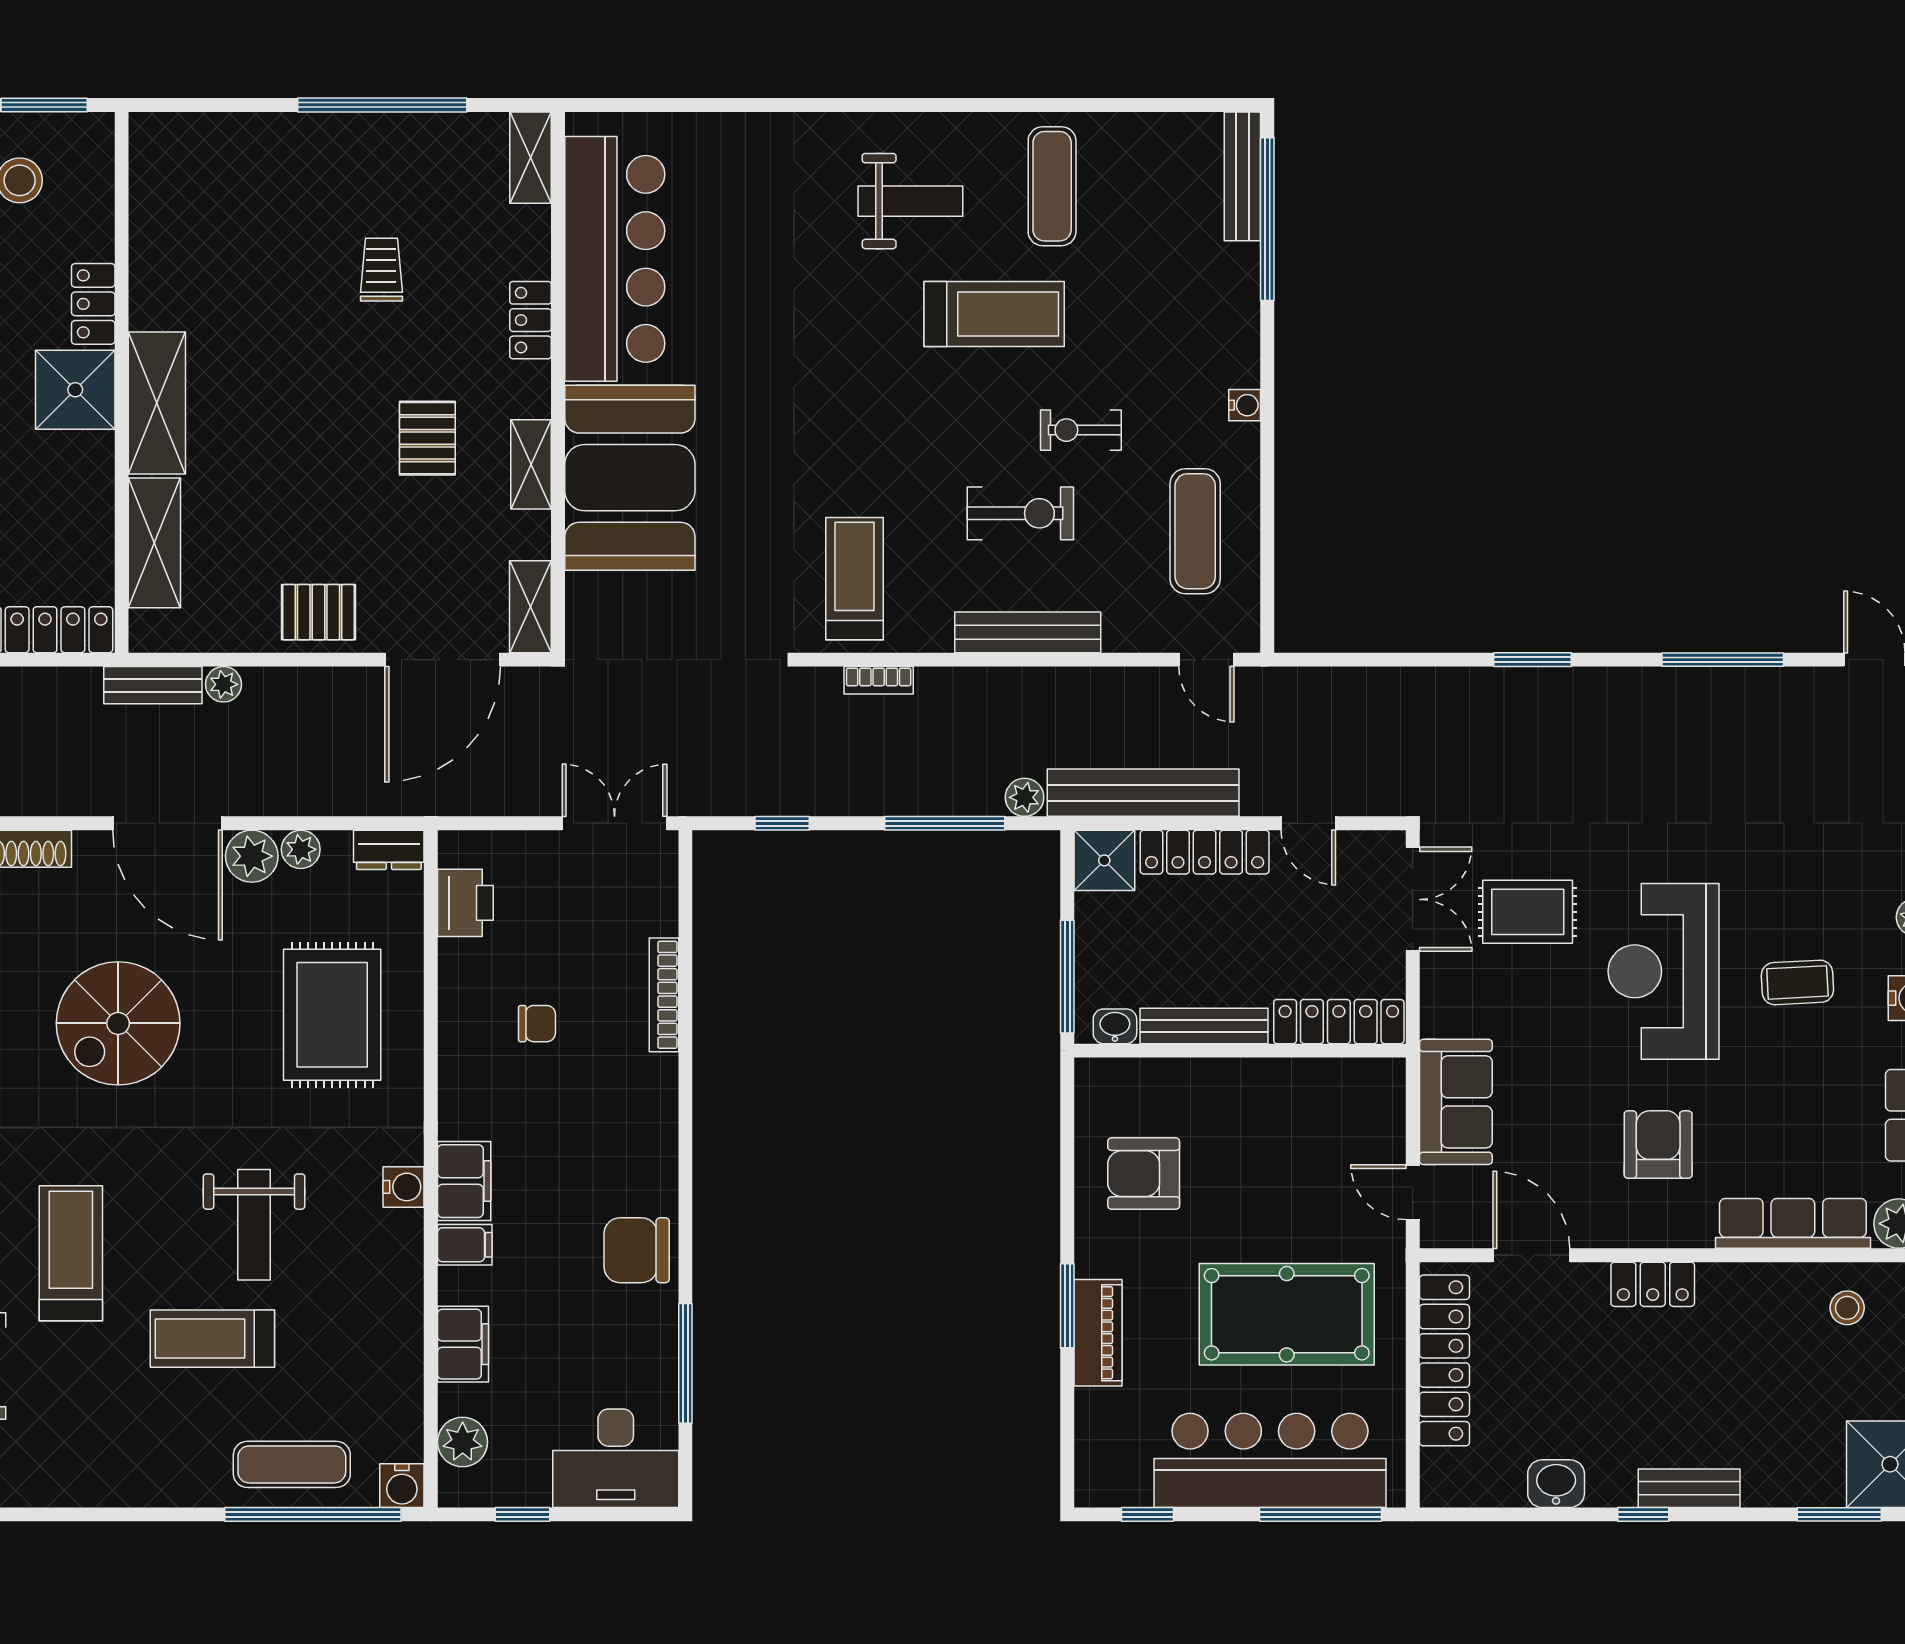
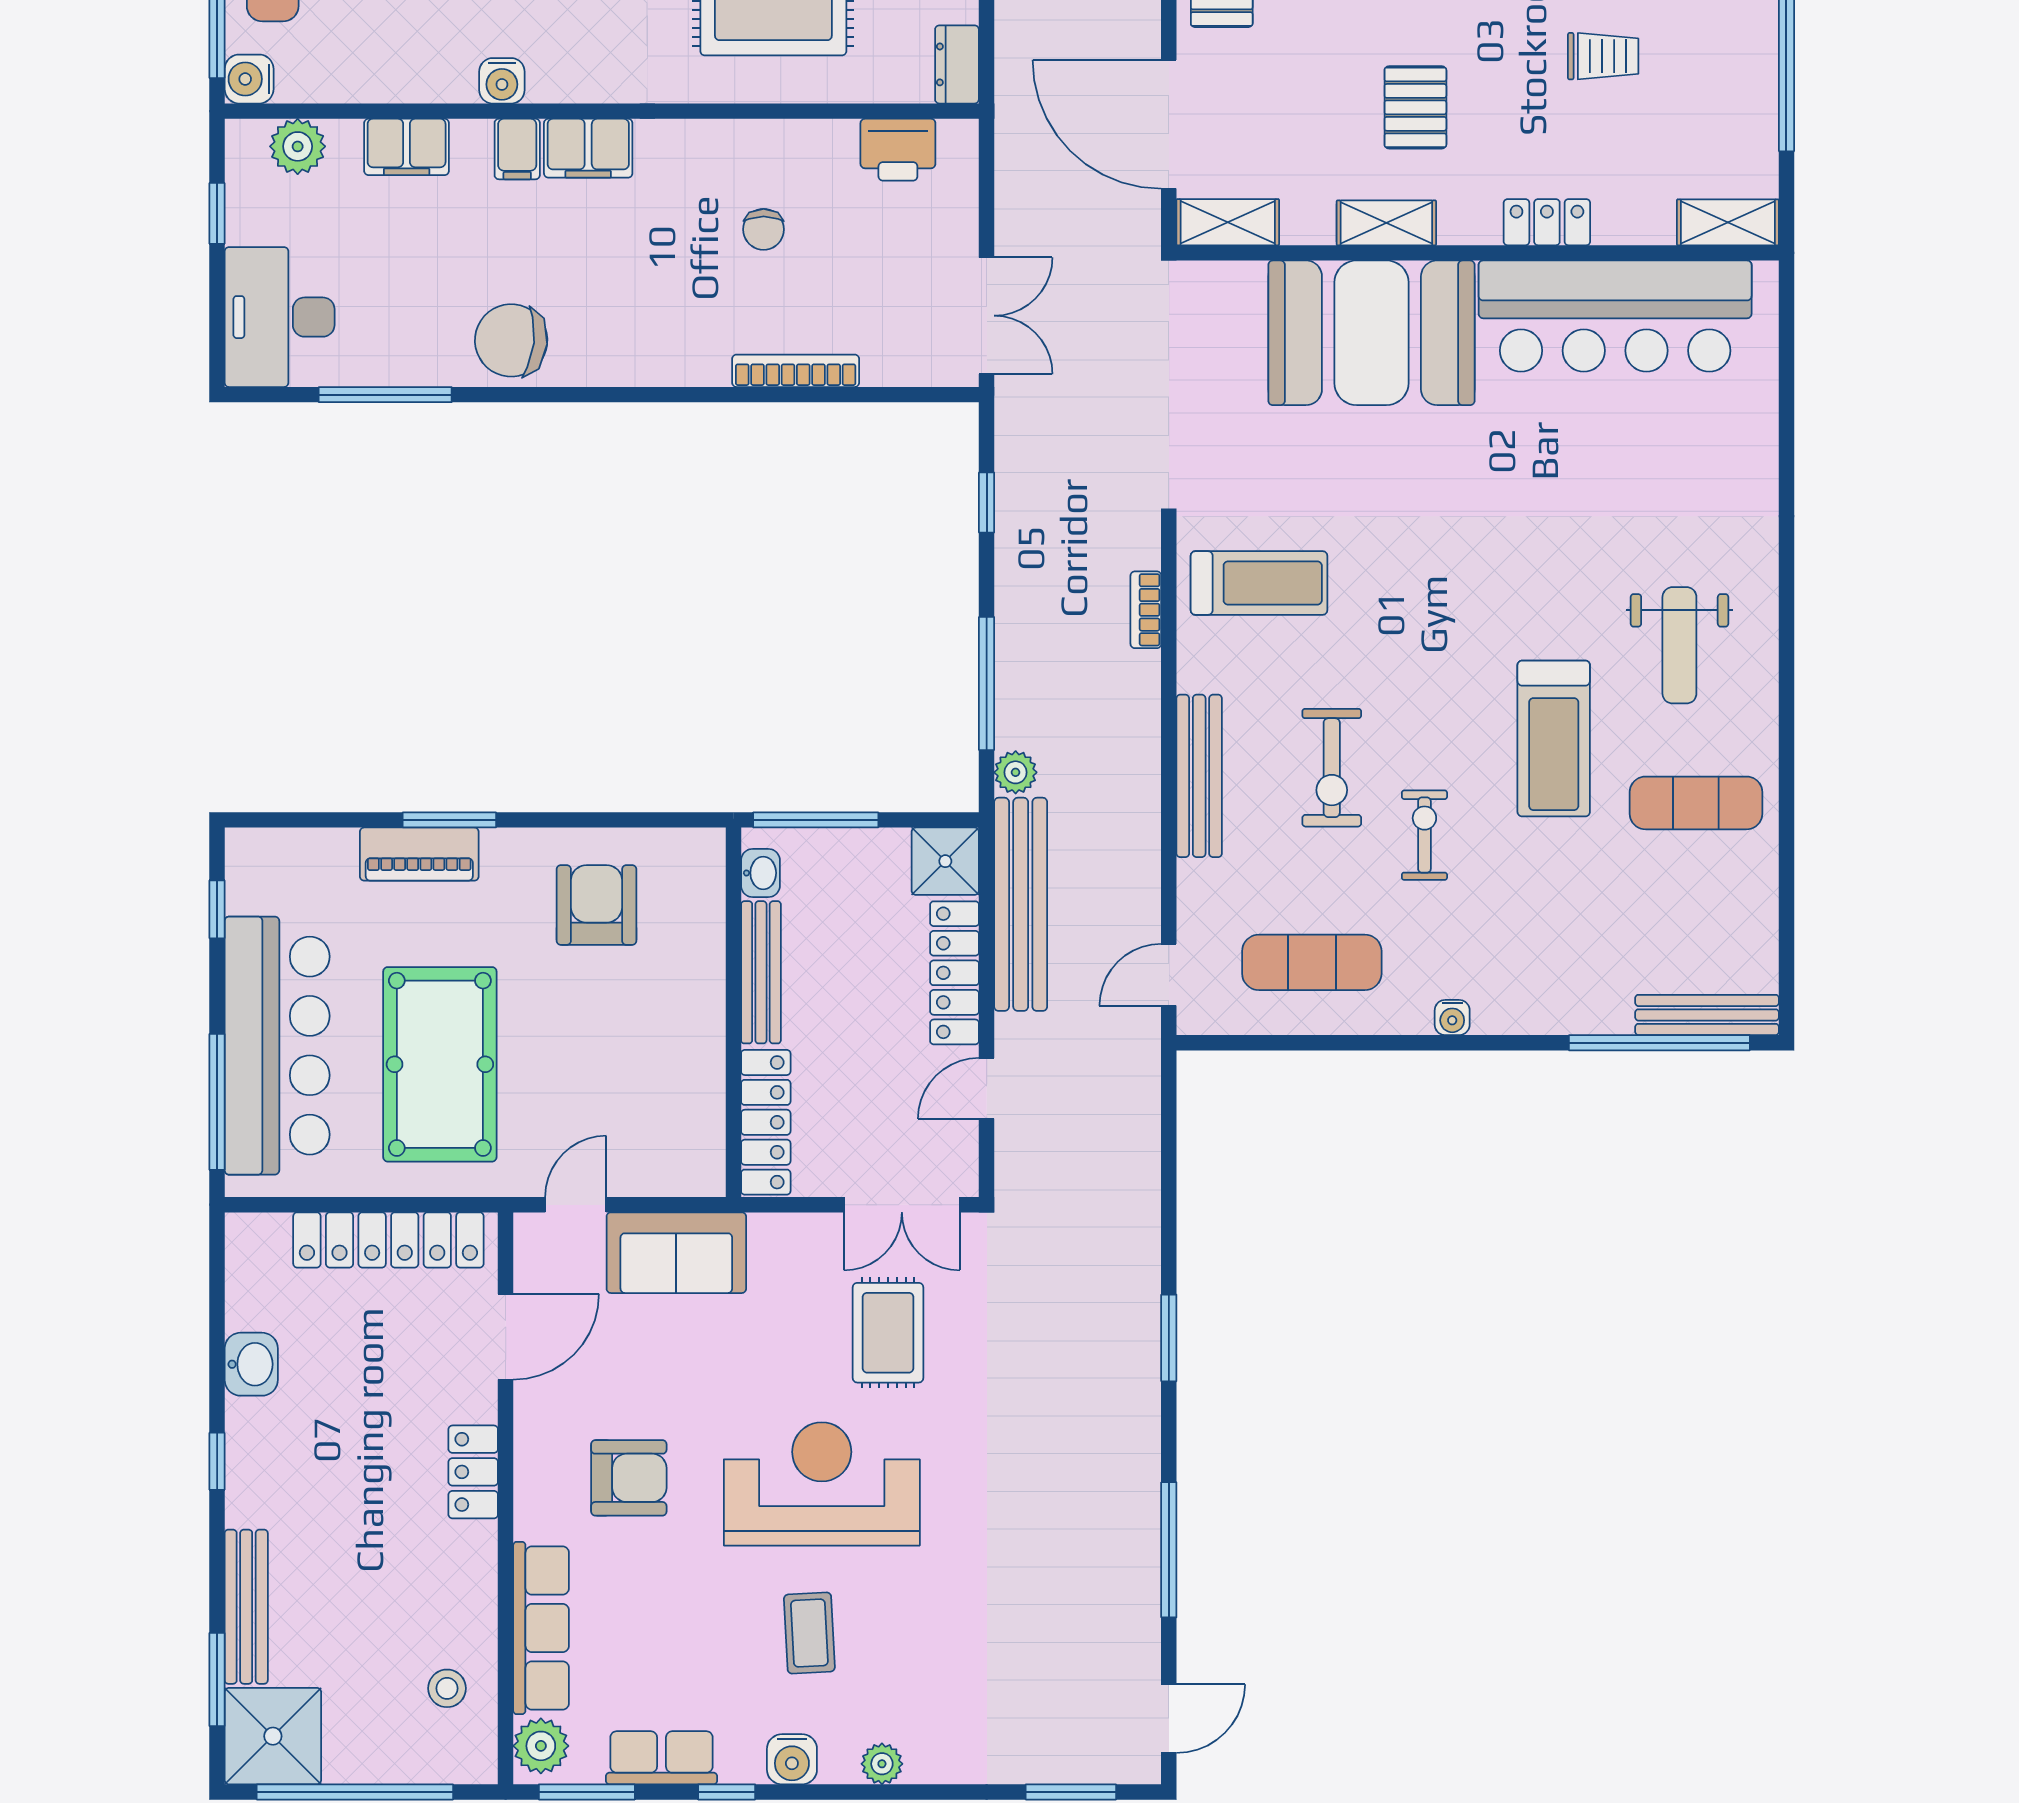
pallet: (427, 438) -> (1415, 107), turned 90
water cooler: (404, 1187) -> (502, 81), moved
chair: (637, 1250) -> (511, 340), turned -84
bench: (1689, 1488) -> (246, 1607), moved, width x1.36

